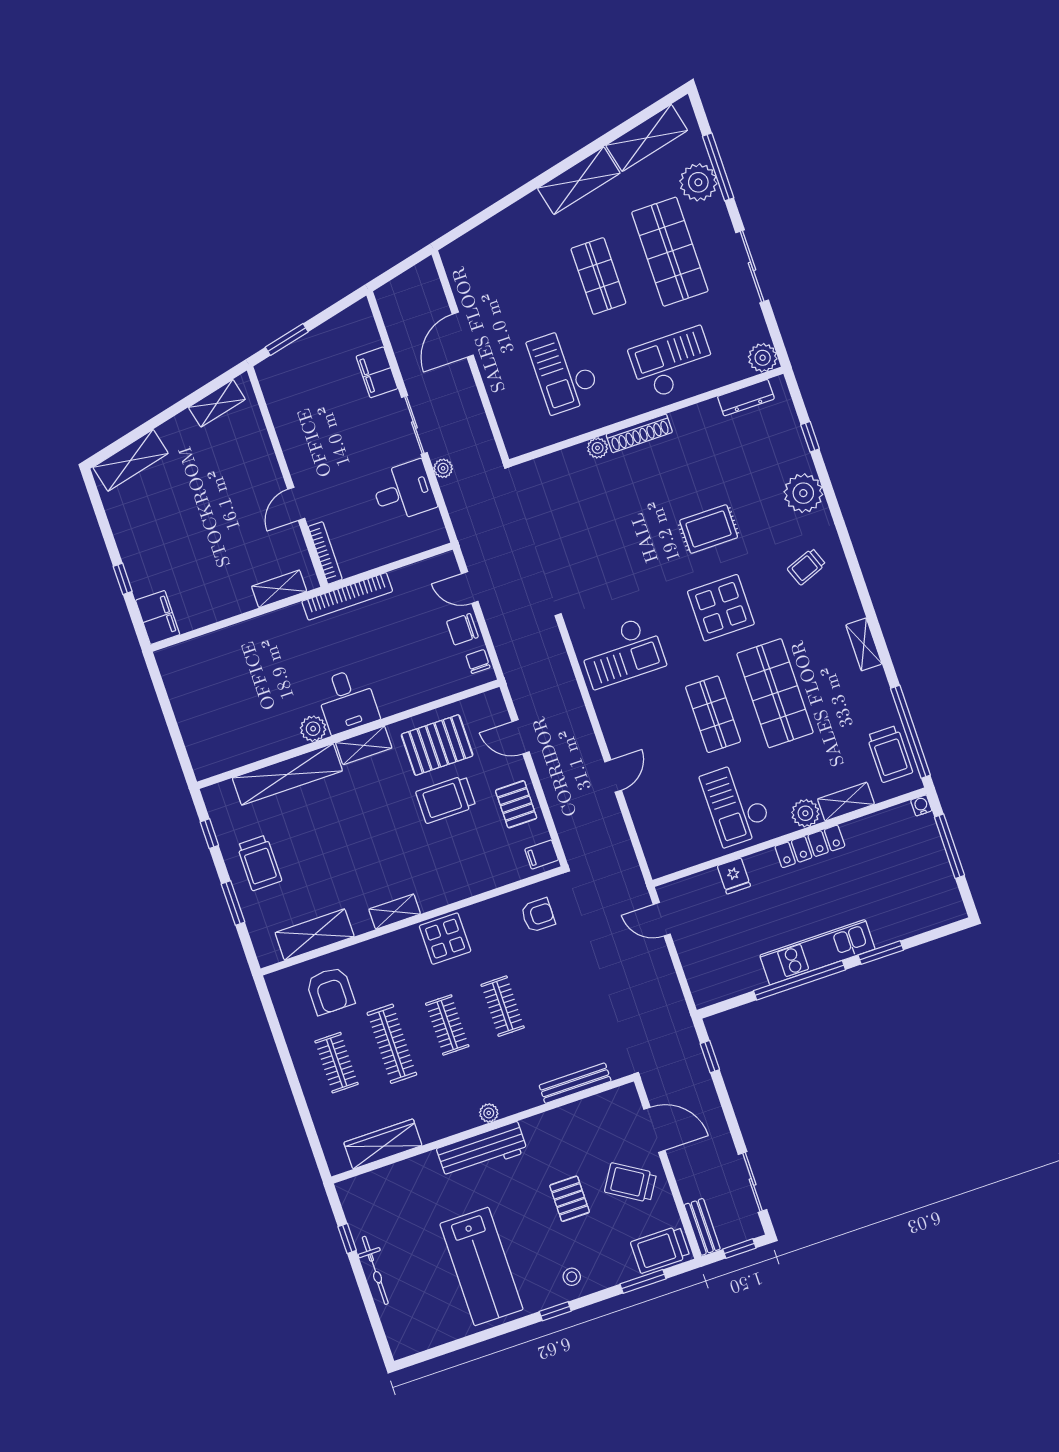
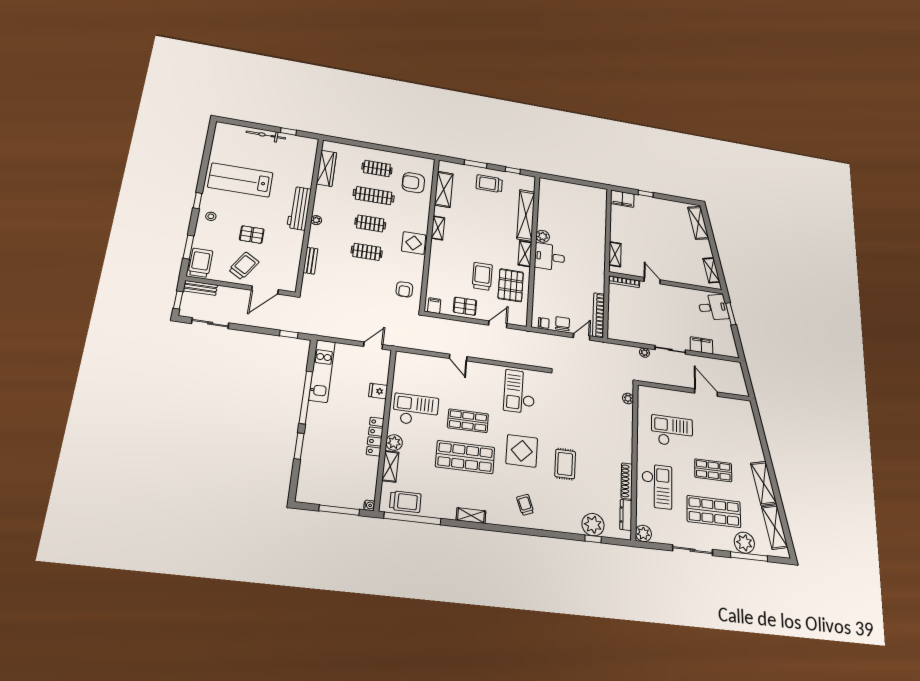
shoe rack: (639, 433) -> (627, 481), moved
plant: (598, 448) -> (628, 398), moved
desk: (404, 491) -> (713, 307), moved, turned -103
plant: (803, 493) -> (593, 525), moved
bookcase: (347, 596) -> (599, 315), moved
trolley: (890, 754) -> (405, 502), turned 180
kitchen unit: (817, 952) -> (322, 371), moved
bench: (575, 1083) -> (310, 261), width x0.73

